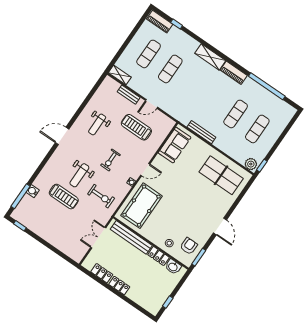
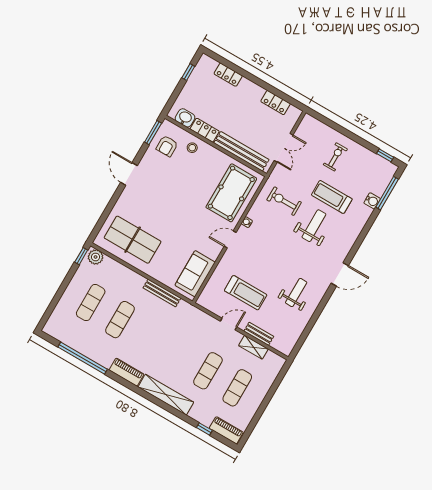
shelving: (210, 57) -> (166, 395), width x1.47
shelving: (120, 75) -> (253, 347), moved
exercise bike: (111, 160) -> (335, 157), moved
locker: (119, 286) -> (228, 75), moved

